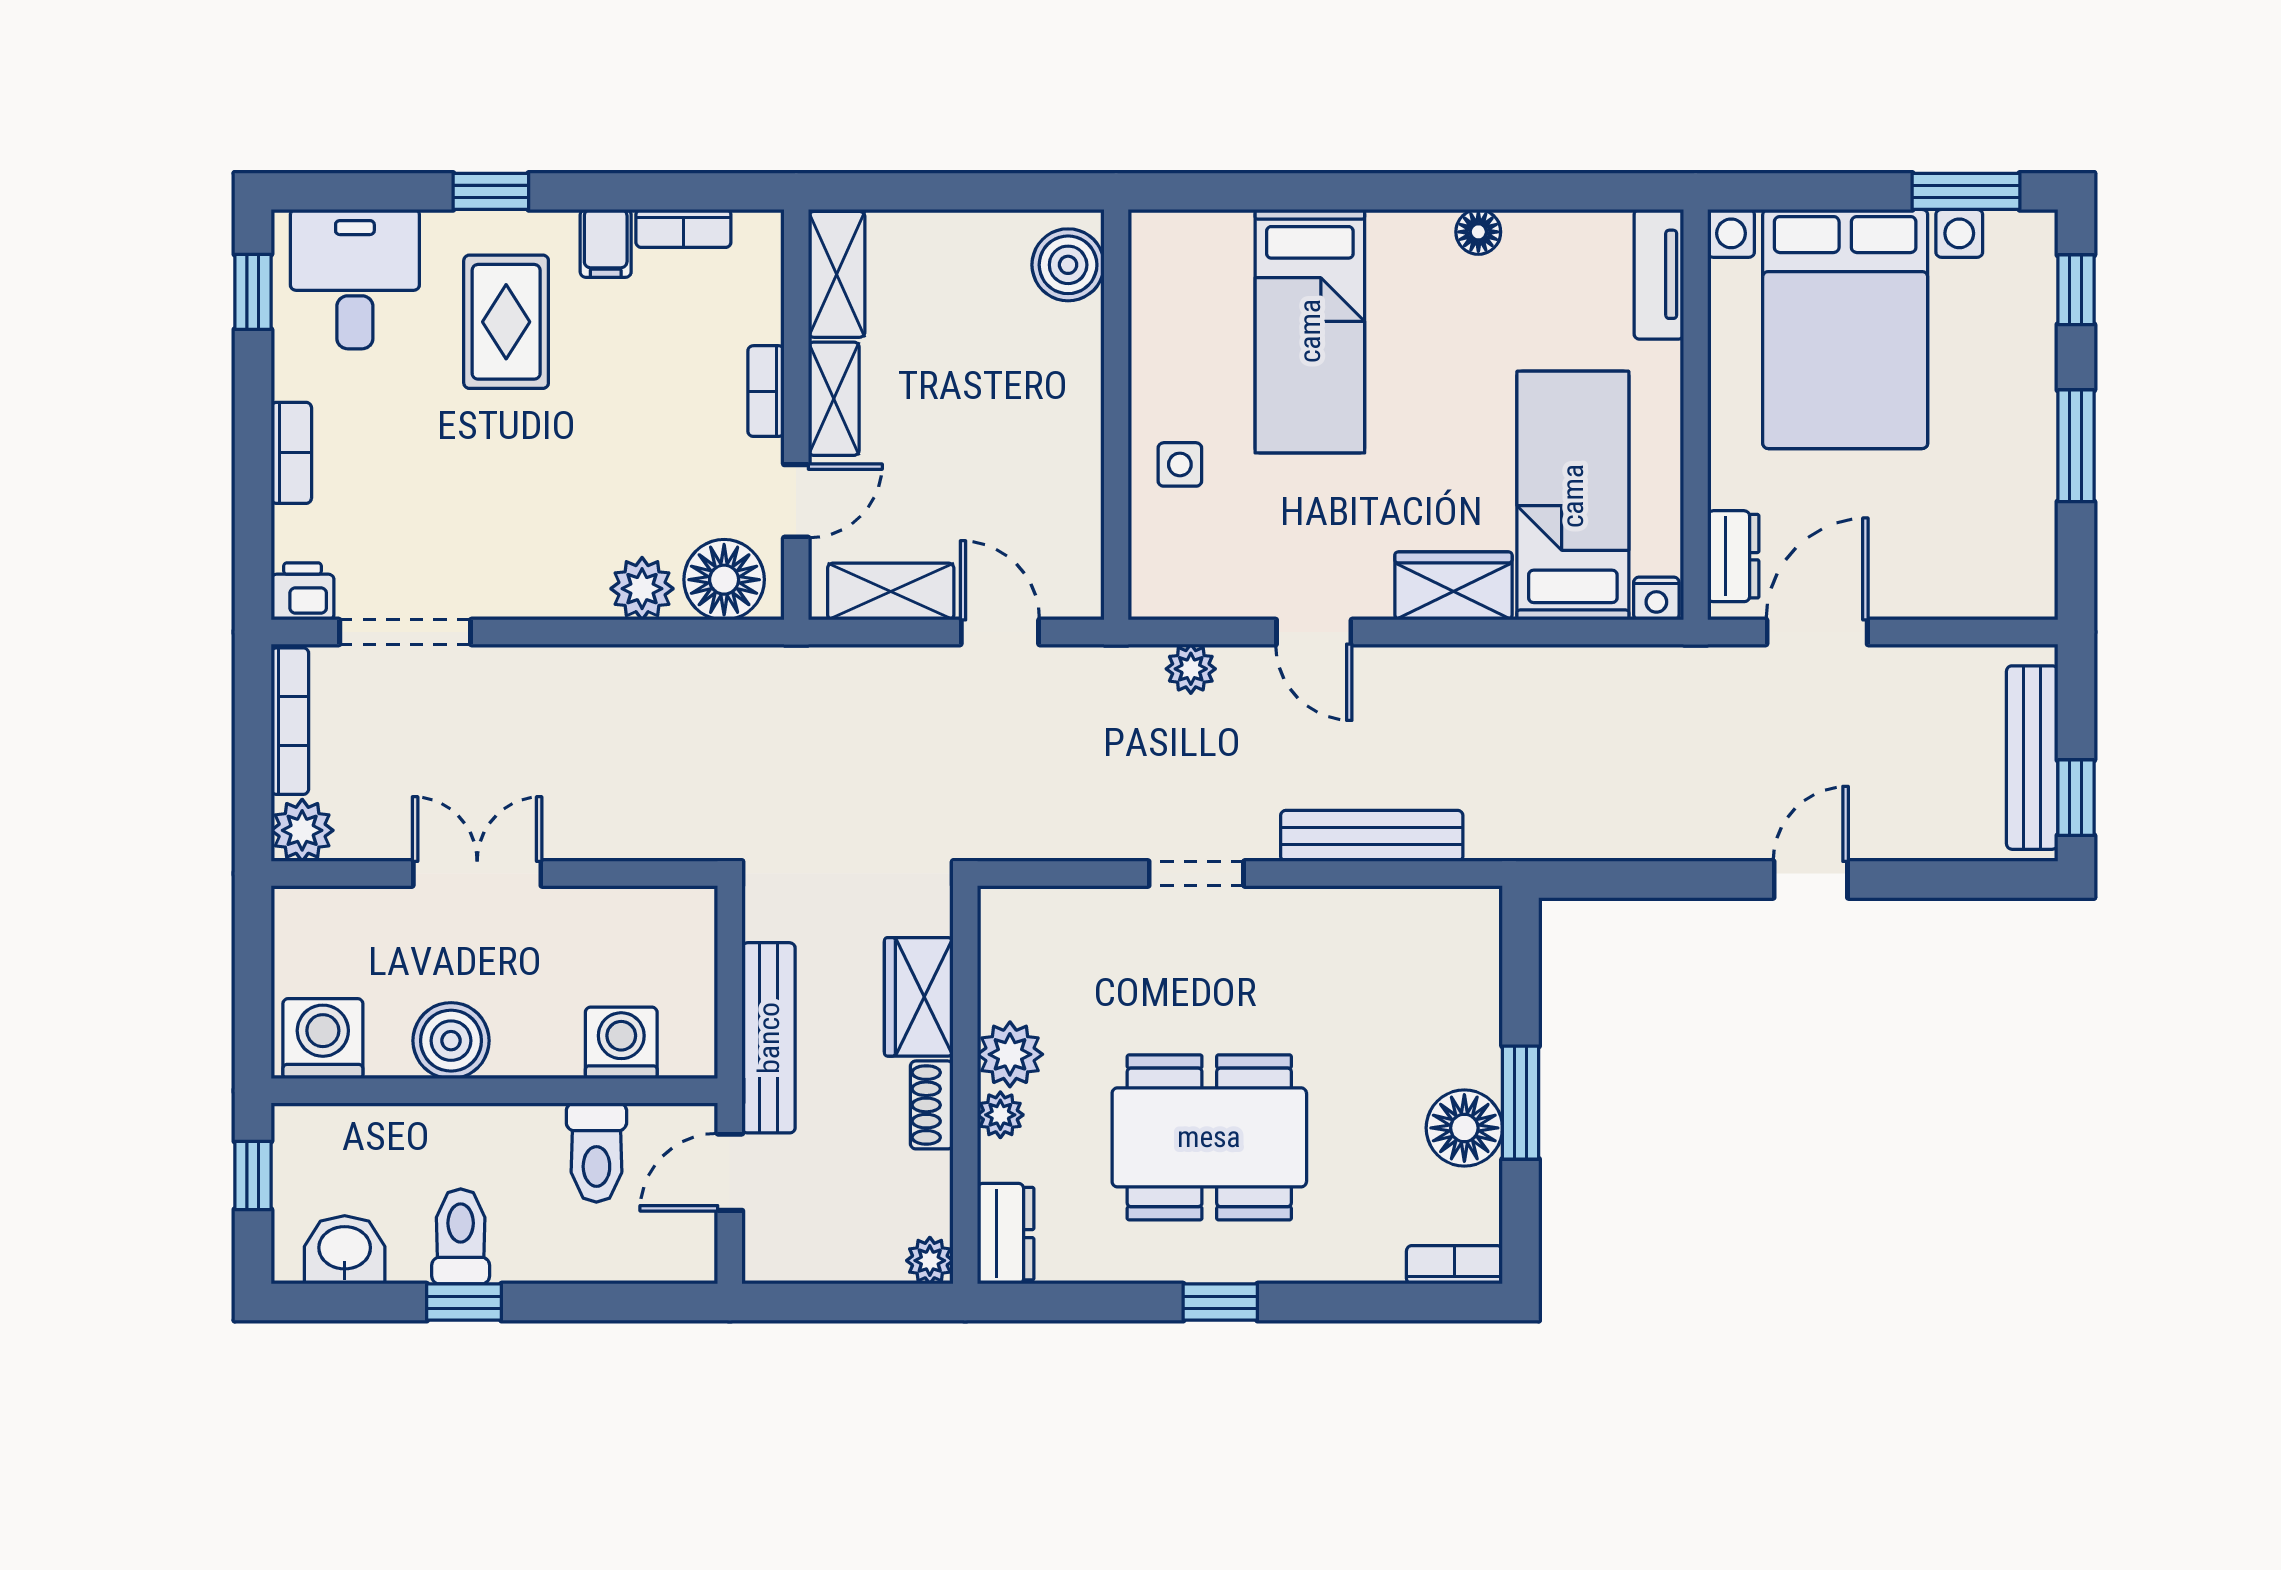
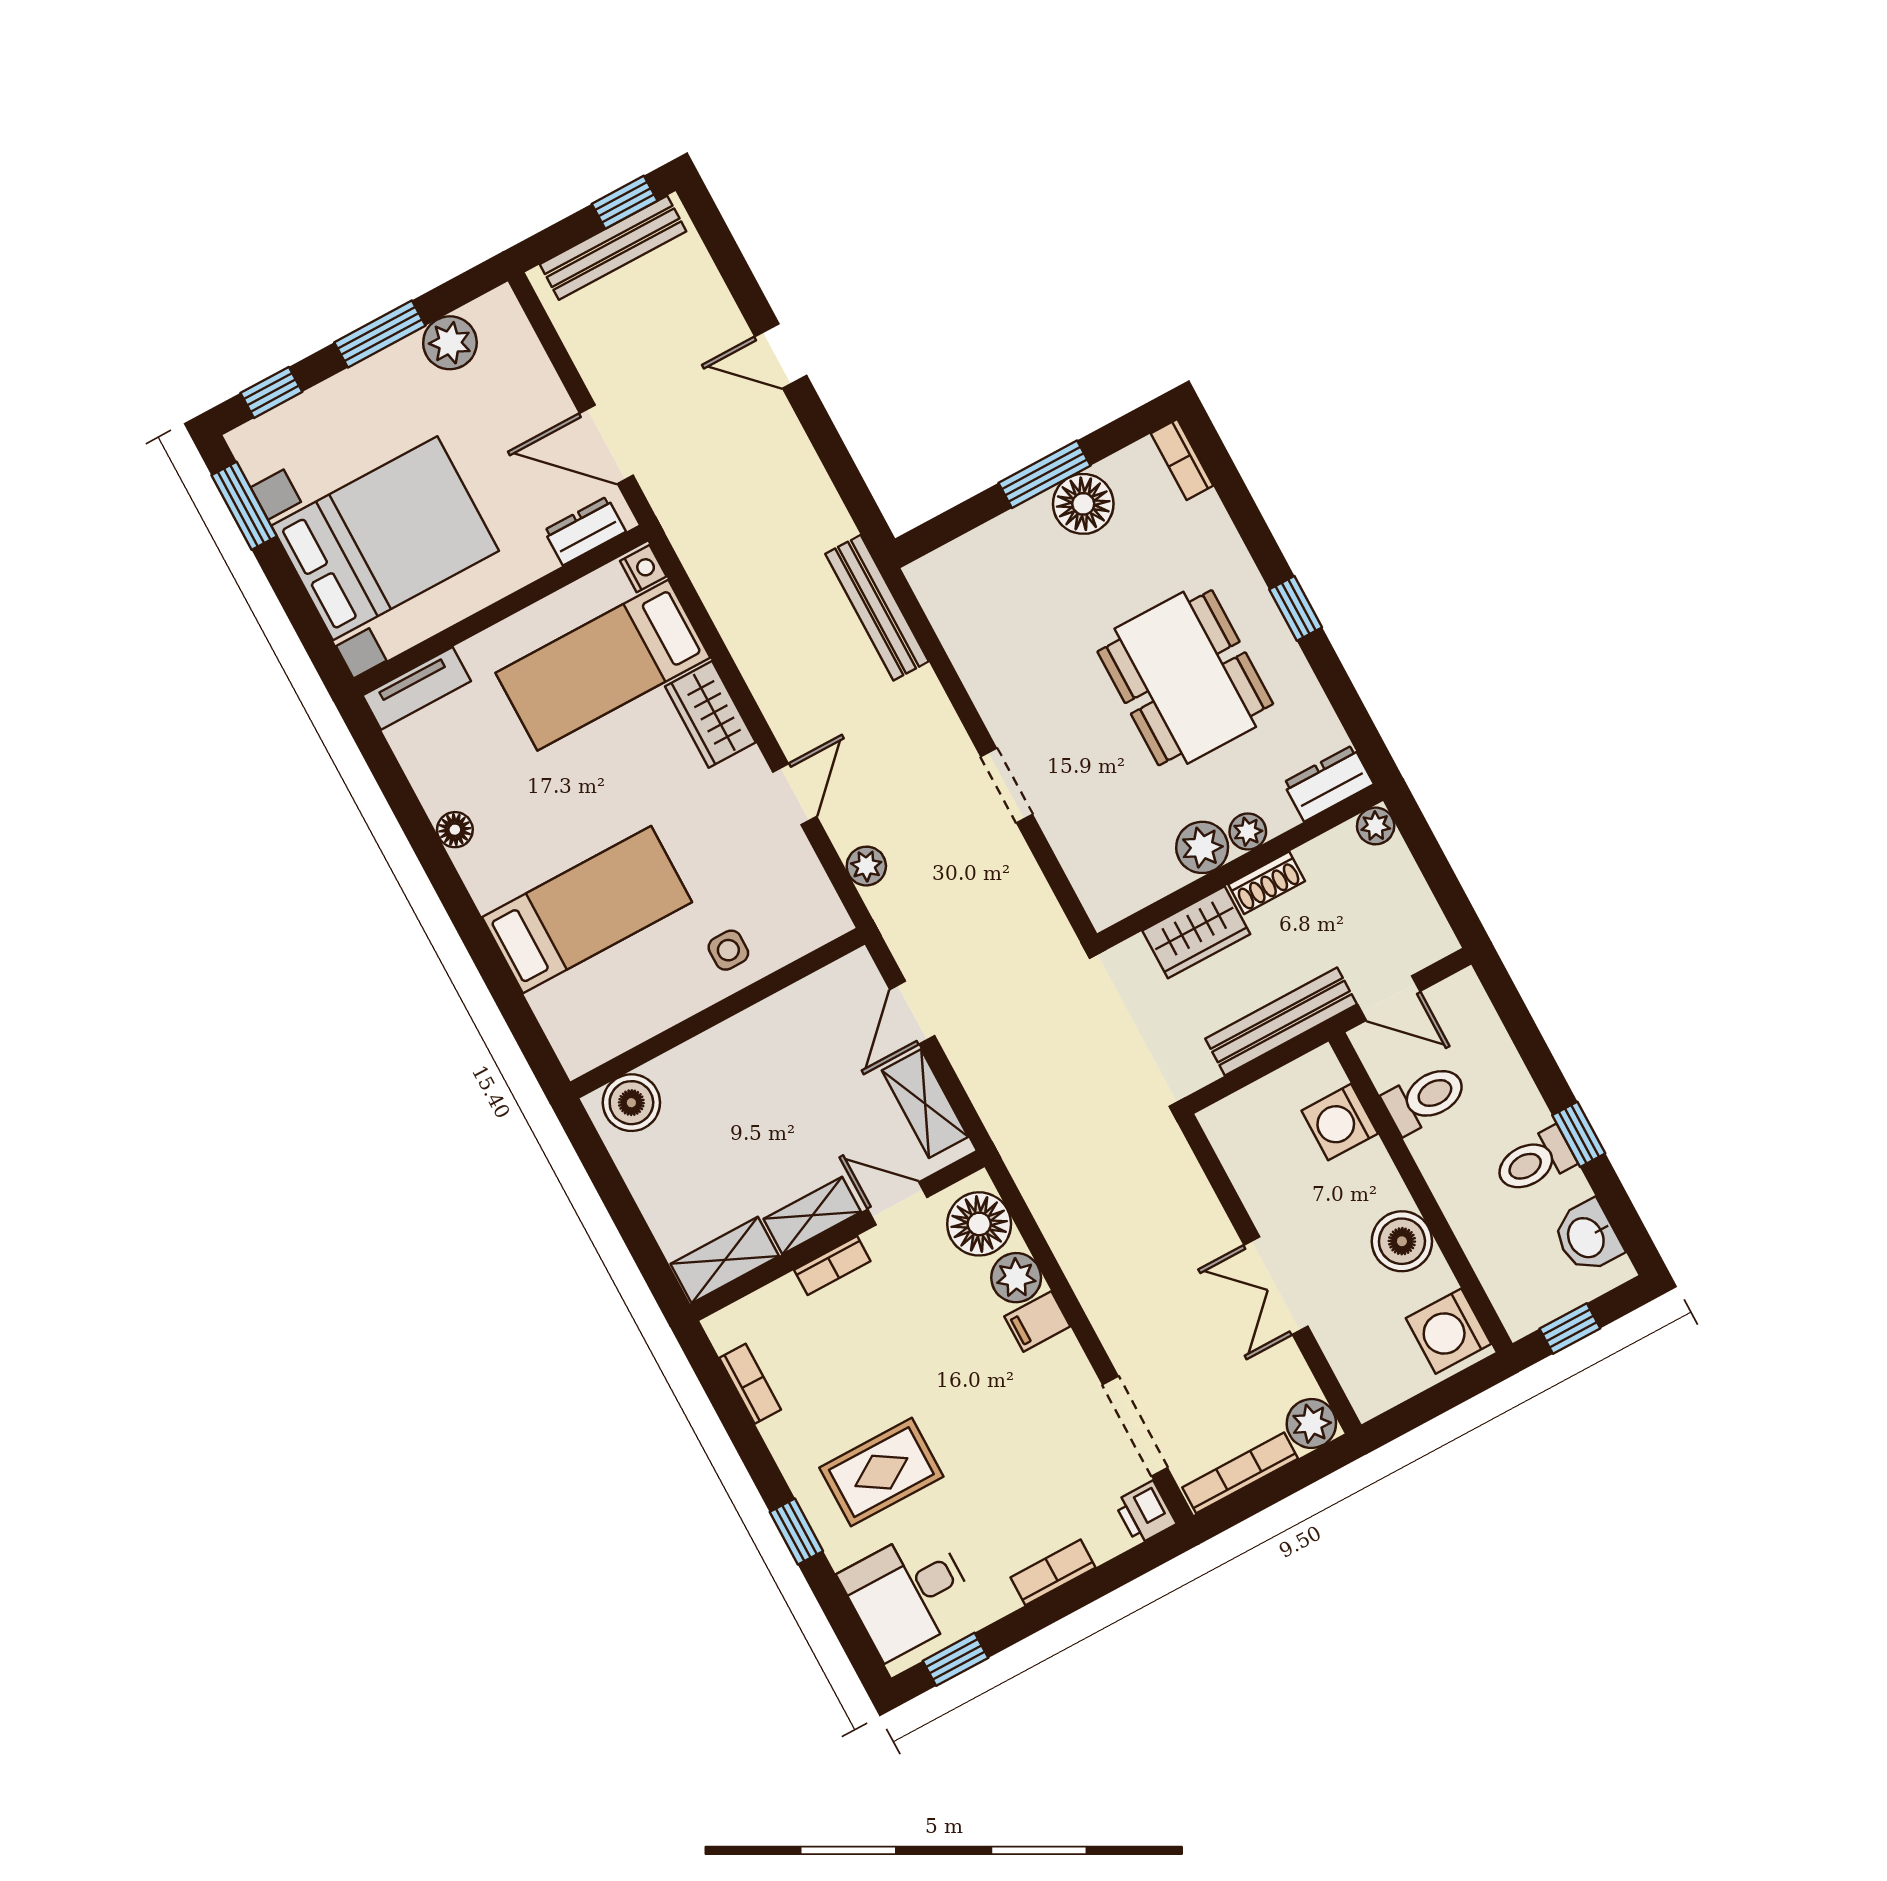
filing cabinet: (606, 243) -> (1037, 1321), moved, turned 180
plant: (2024, 519) -> (450, 343), added
bench: (1372, 836) -> (877, 608), moved

